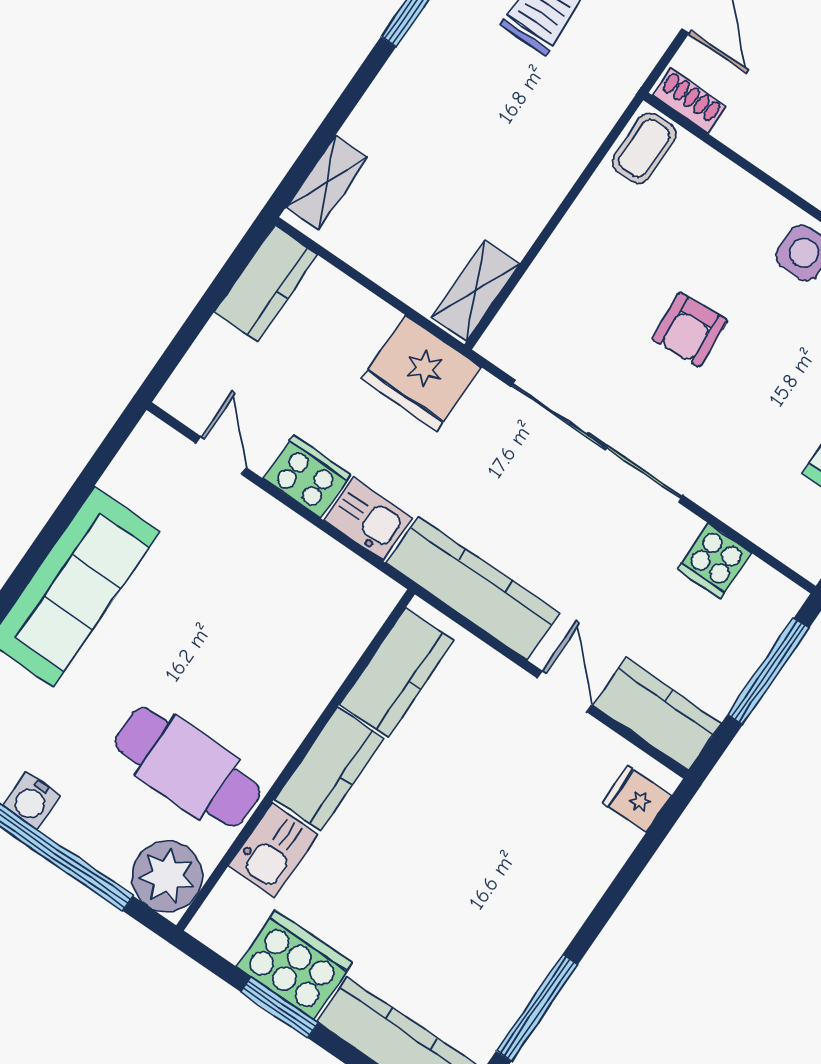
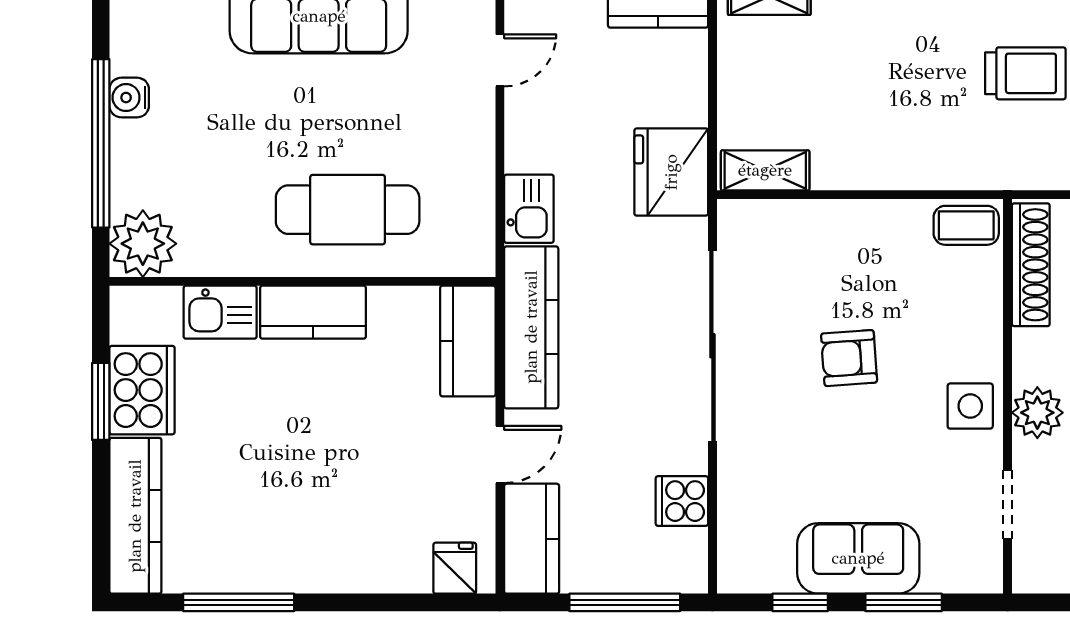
shoe rack: (689, 101) -> (1031, 265), width x1.94, depth x1.24
cooker: (307, 476) -> (530, 138), removed
kitchen counter: (397, 672) -> (468, 341), moved, turned 90
cafe table: (187, 767) -> (348, 210), moved, turned 90

